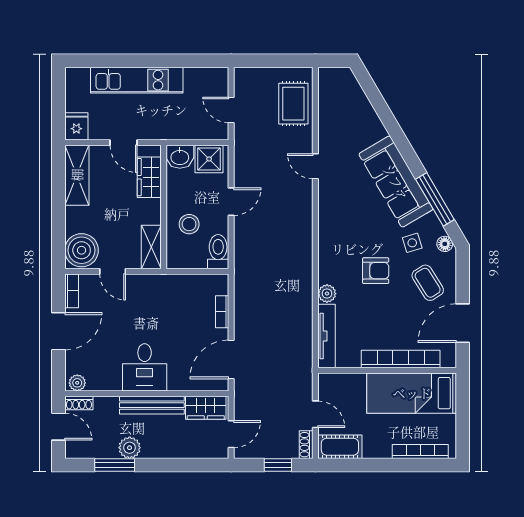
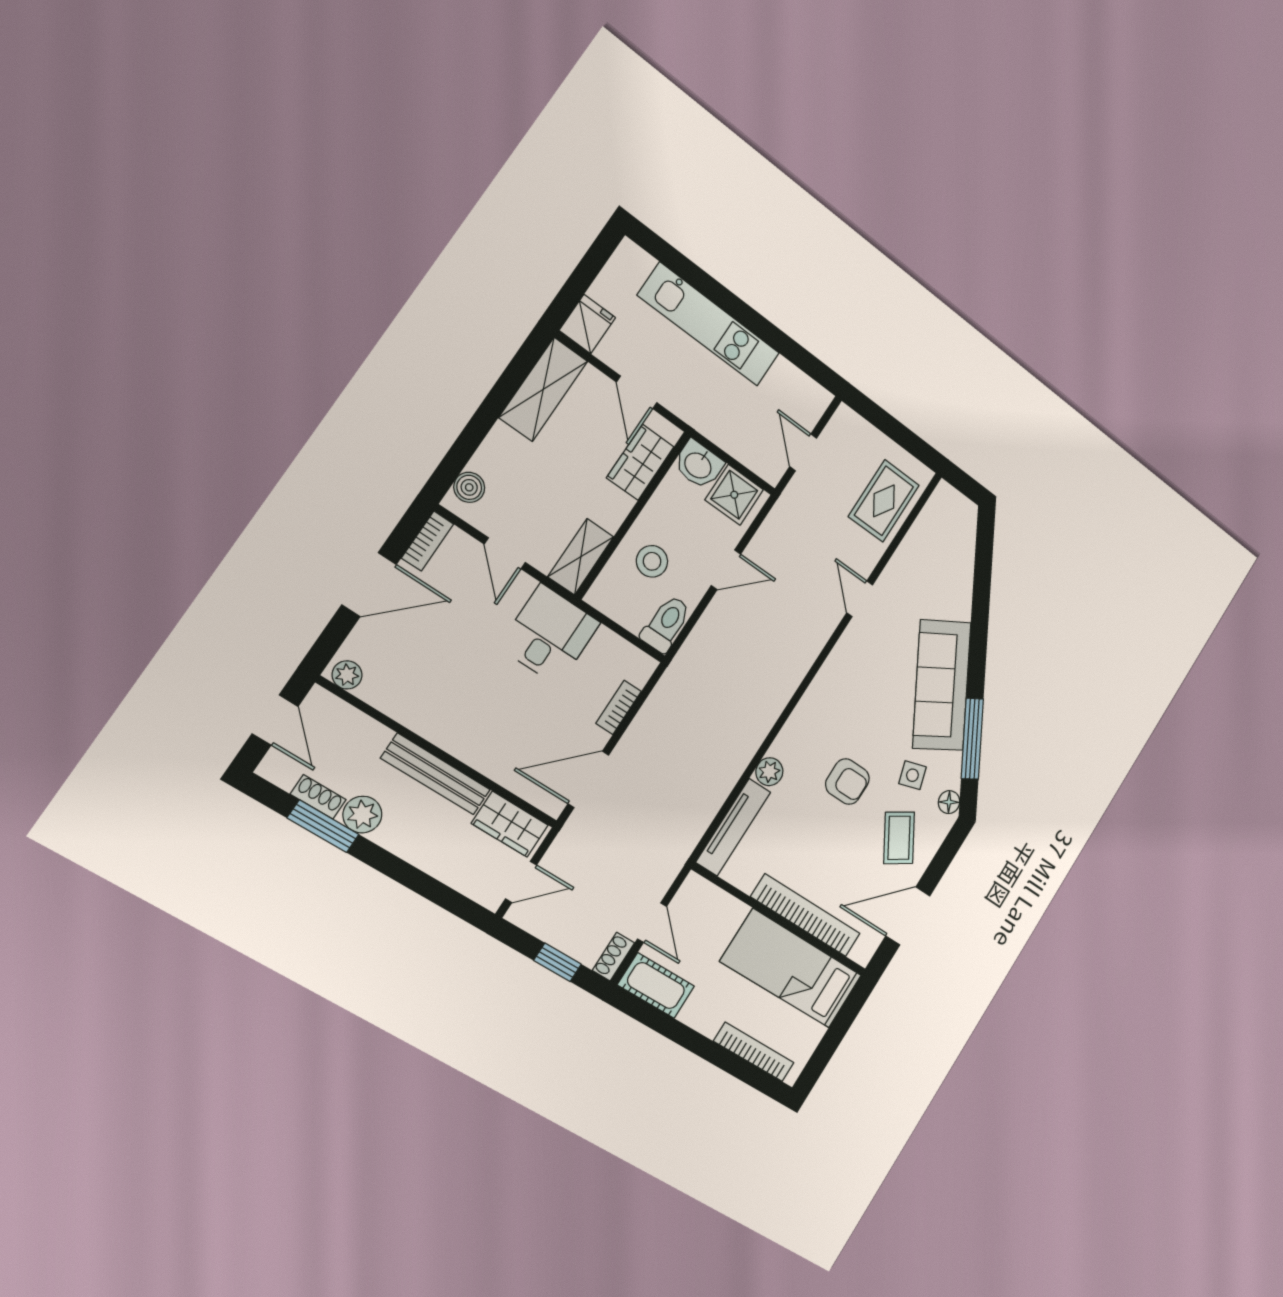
boiler: (82, 250) -> (469, 487), width x0.54, depth x0.54
desk: (145, 367) -> (549, 635), moved, turned 180
shoe rack: (79, 403) -> (318, 797), moved, turned 180

